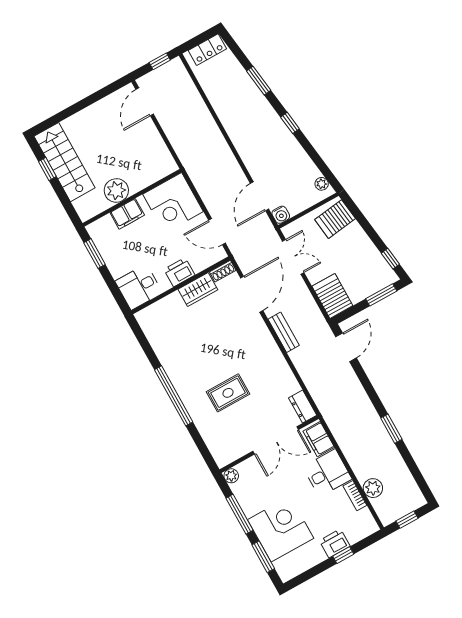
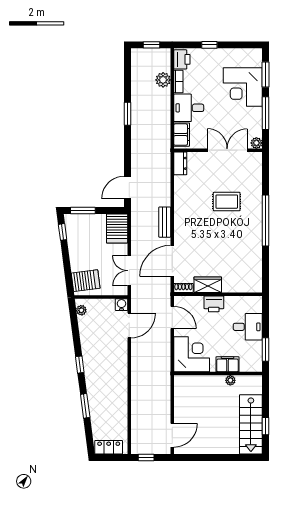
plant: (116, 190) -> (230, 380), width x0.53, depth x0.53
desk: (139, 287) -> (248, 327), moved
double door: (276, 440) -> (227, 150), moved
printer: (335, 543) -> (182, 59), moved, turned -90

